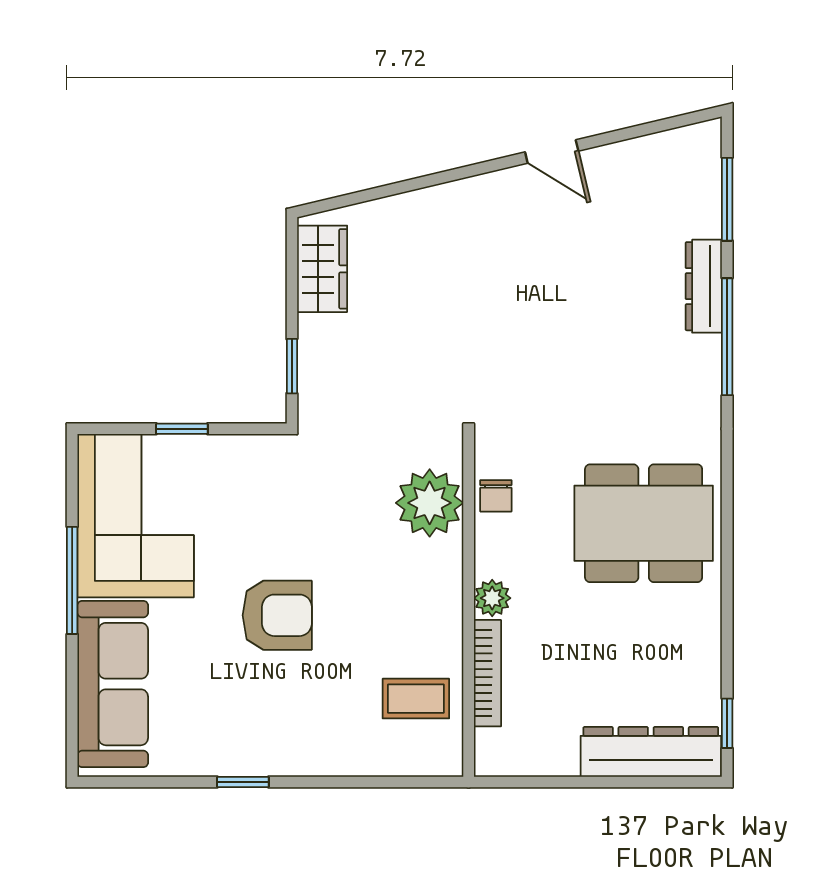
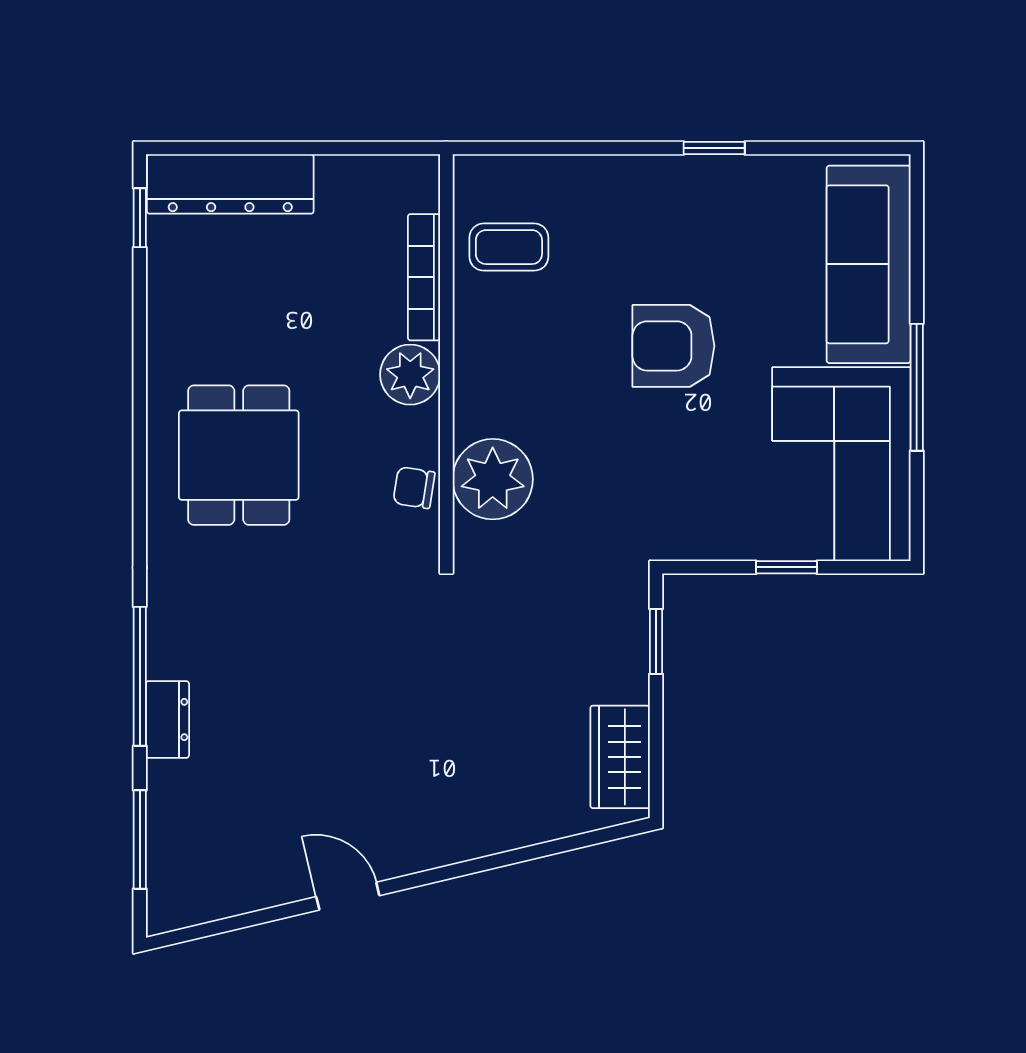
dresser: (704, 286) -> (167, 719), width x0.70
chair: (496, 496) -> (414, 488), turned -81
dining table: (644, 523) -> (239, 455), width x0.73
plant: (492, 598) -> (410, 375), width x1.38, depth x1.38

